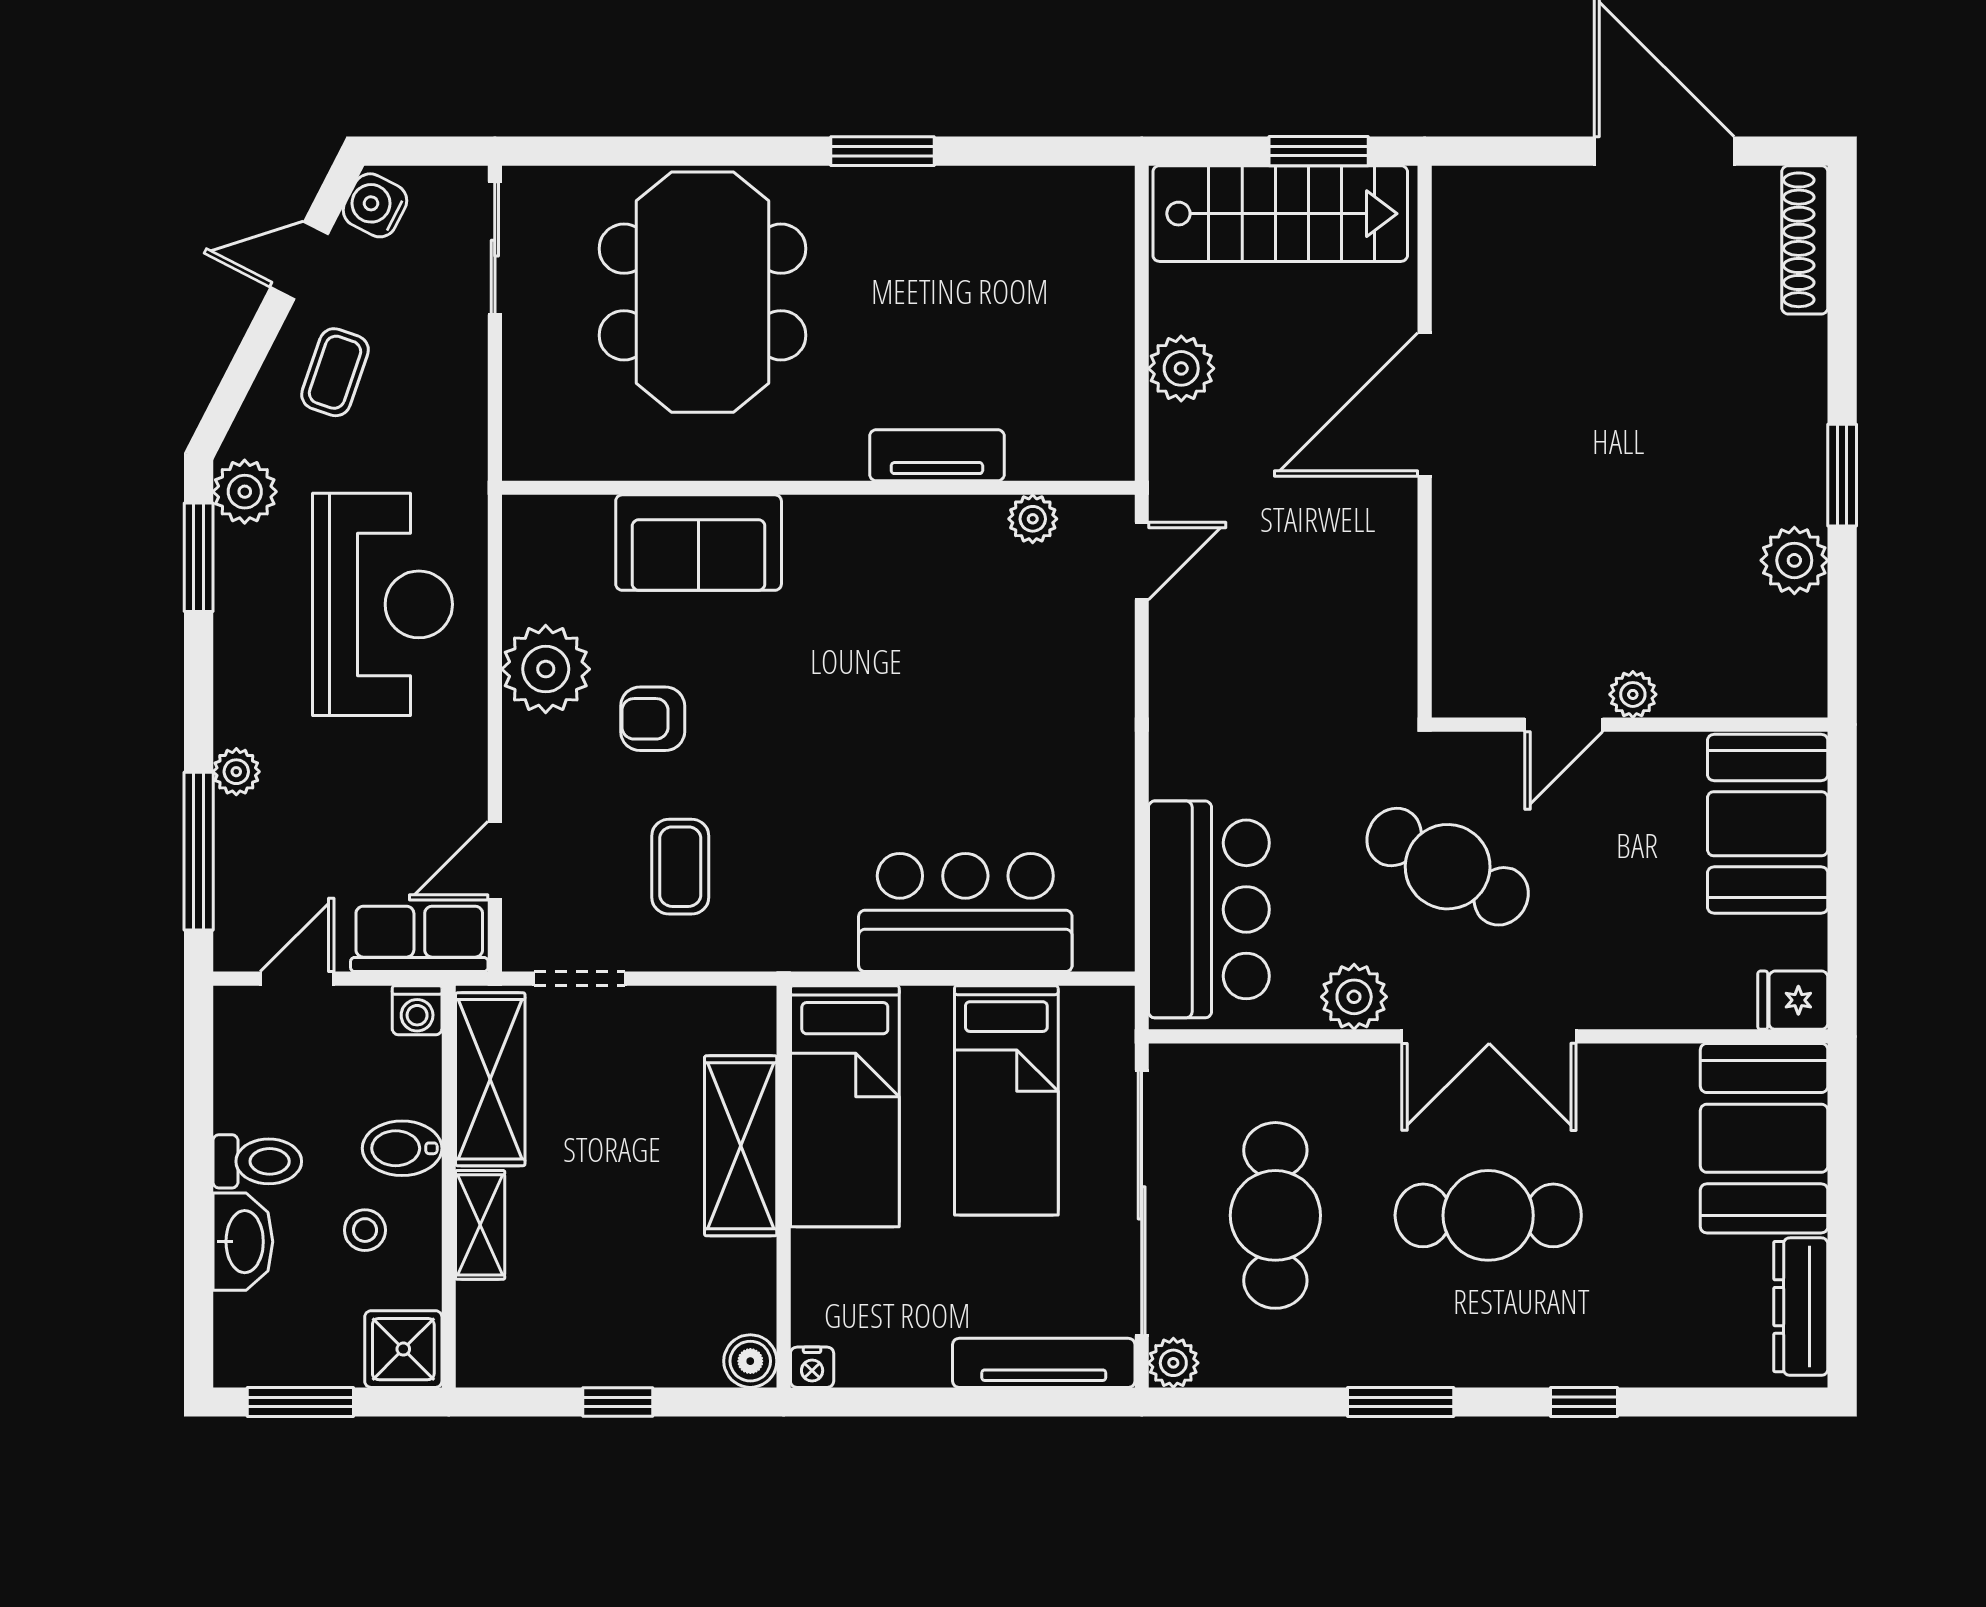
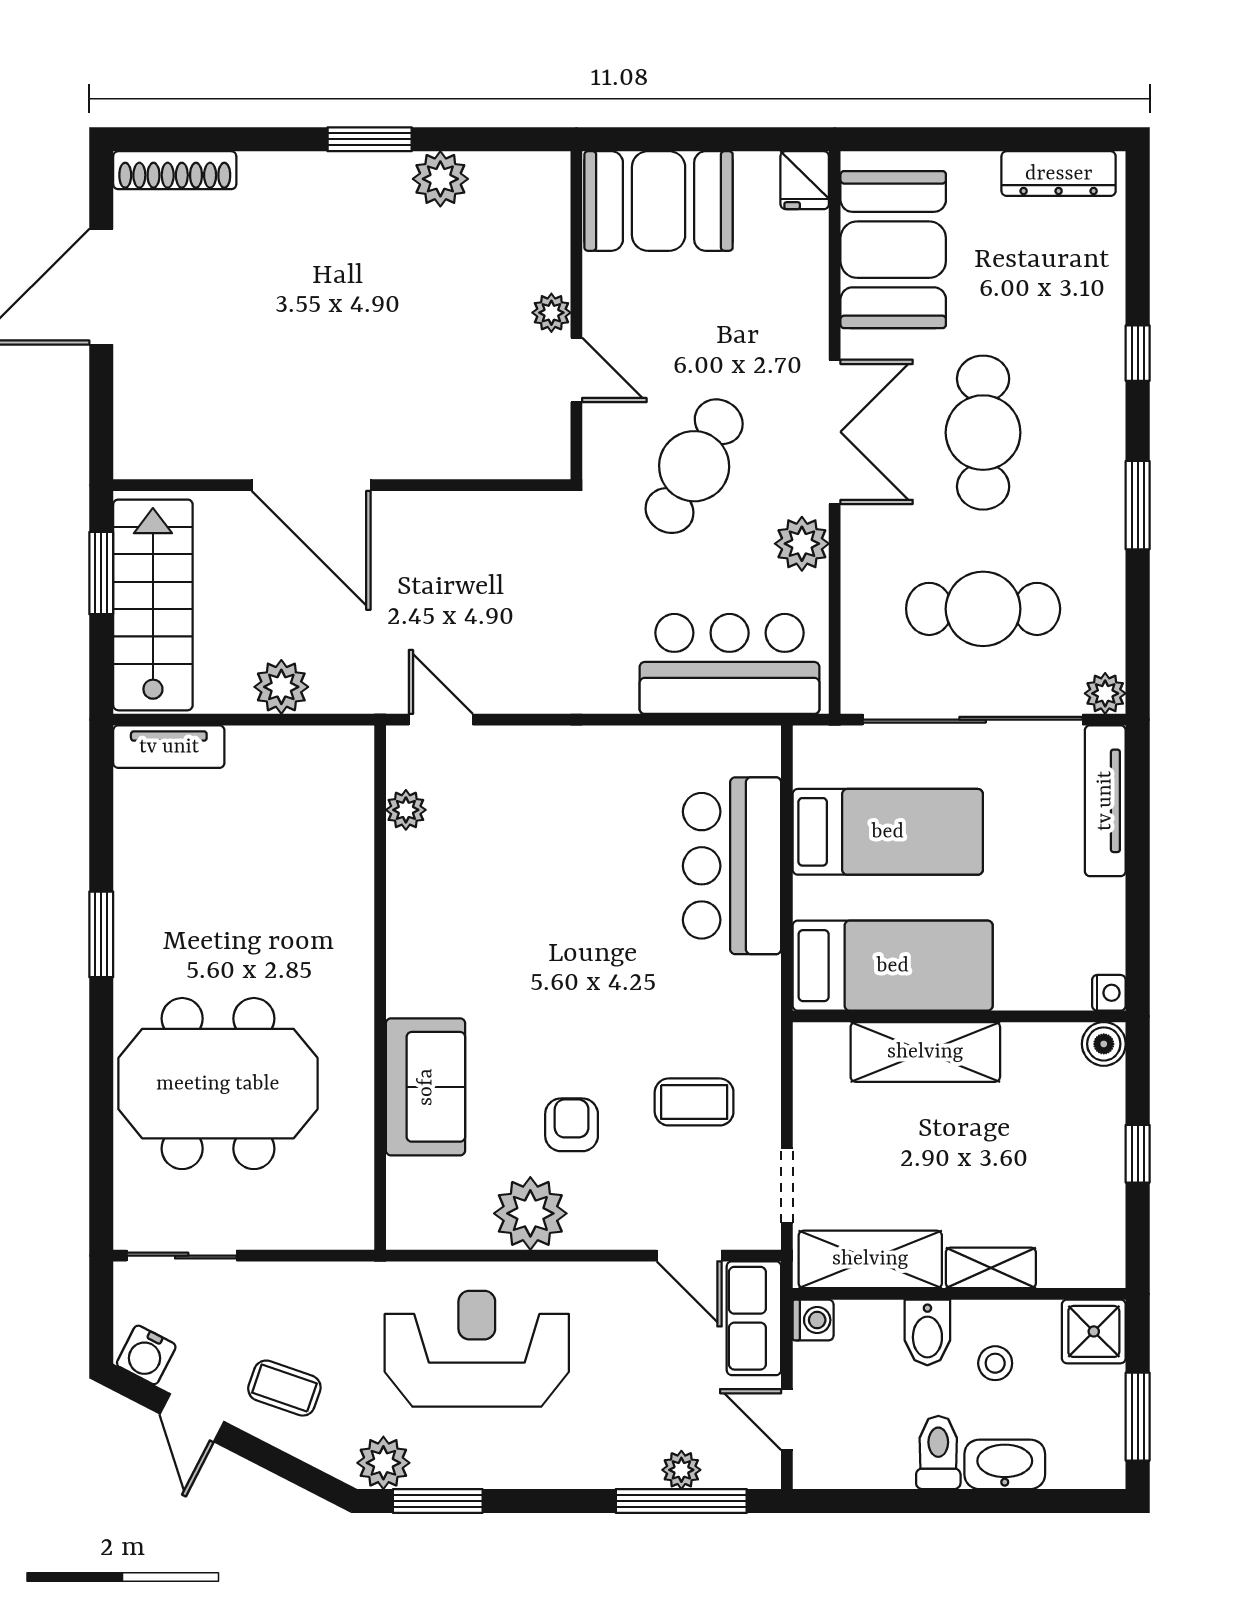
tv unit: (937, 455) -> (169, 747), moved, turned -90
armchair: (653, 719) -> (572, 1125), turned 180
plant: (236, 772) -> (681, 1470), moved
booth: (1764, 1138) -> (893, 250), moved, turned 90

